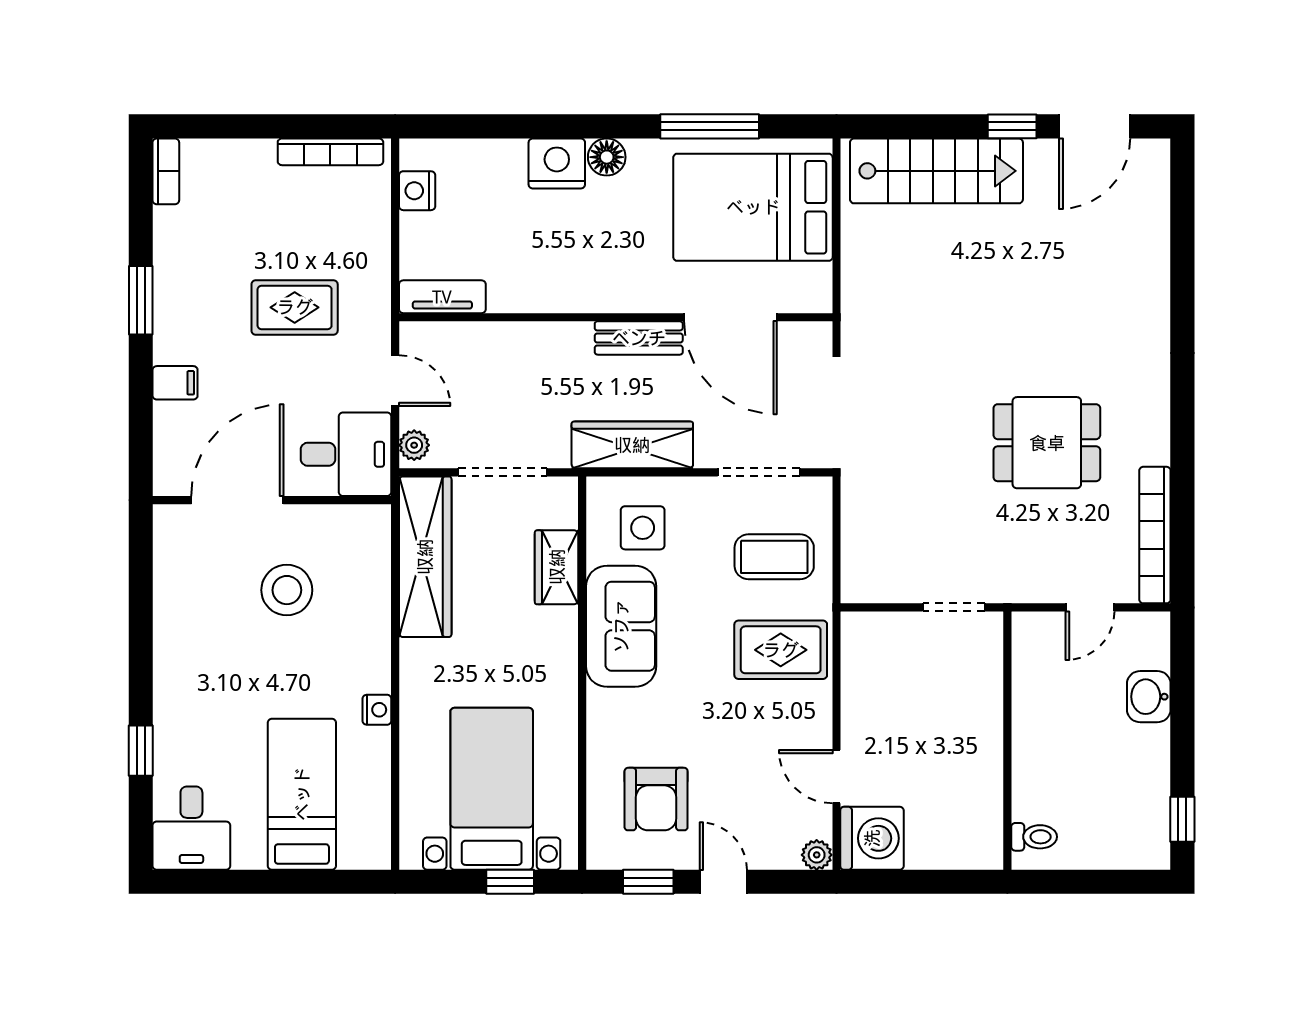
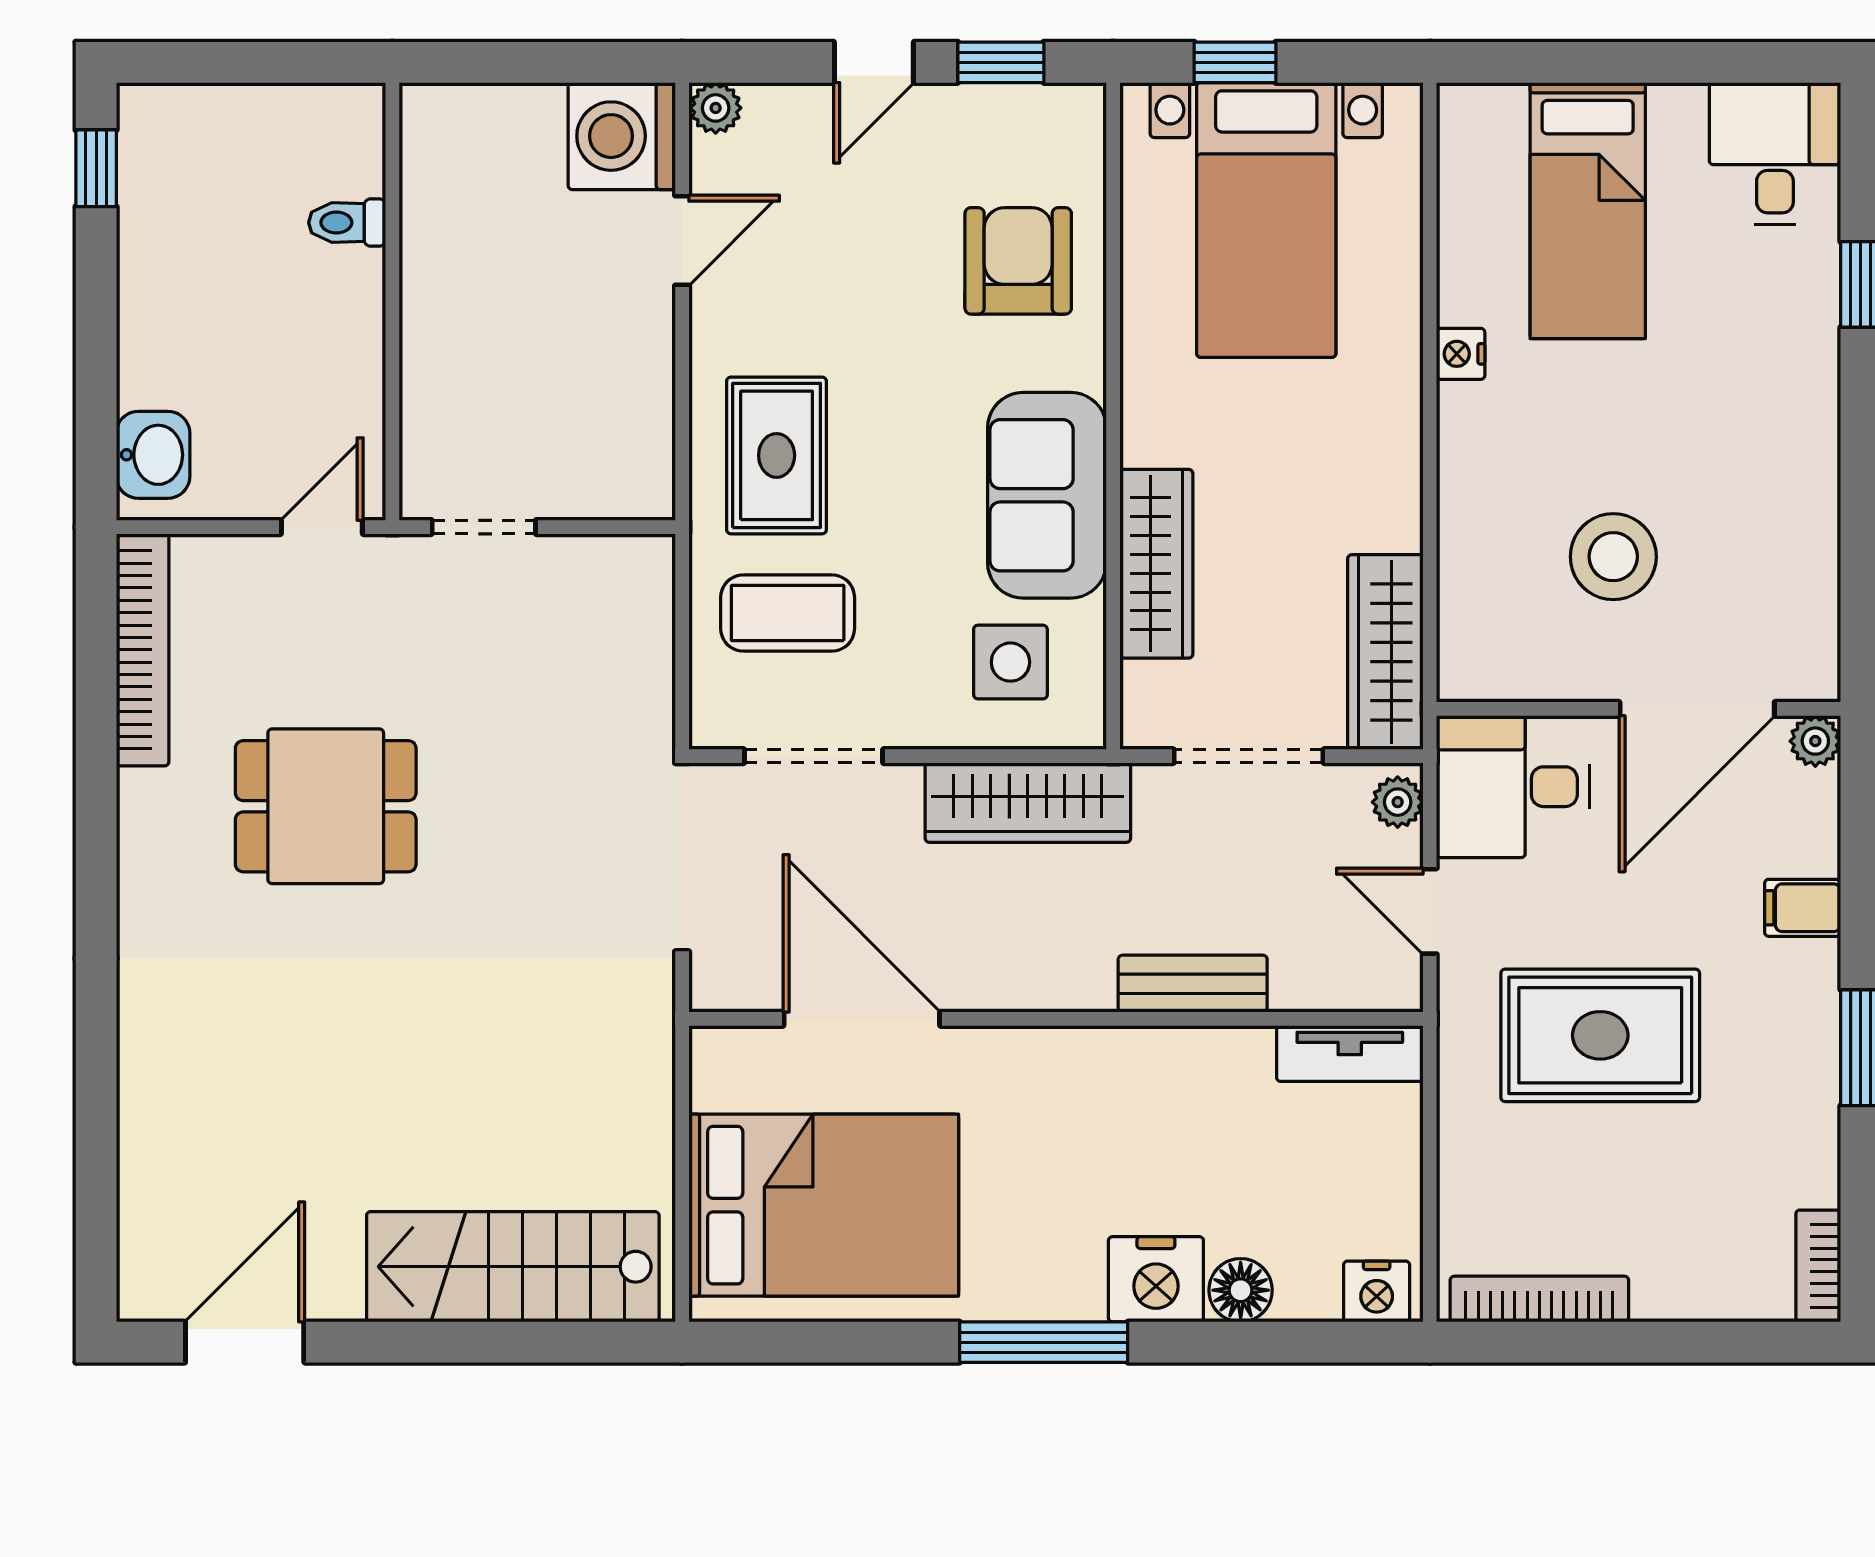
window: (710, 126) -> (1044, 1342), moved
window: (1012, 126) -> (384, 1342), removed
floor lamp: (607, 157) -> (1241, 1290), moved
nightstand: (417, 191) -> (1377, 1291), moved, turned 90
rug: (295, 307) -> (1600, 1035), width x1.36, depth x1.43
bench: (639, 338) -> (1193, 984), moved
plant: (168, 481) -> (1815, 741), added
wardrobe: (425, 557) -> (1385, 652), width x0.71, depth x0.85
wardrobe: (557, 567) -> (1156, 564), width x1.50
door: (1090, 607) -> (322, 527), moved
rug: (781, 650) -> (777, 455), turned 90
washbasin: (1149, 697) -> (153, 455), moved
door: (836, 777) -> (682, 240), hinge flipped
armchair: (656, 799) -> (1018, 261), moved
toilet: (1034, 837) -> (347, 223), moved
door: (723, 882) -> (874, 62), hinge flipped

